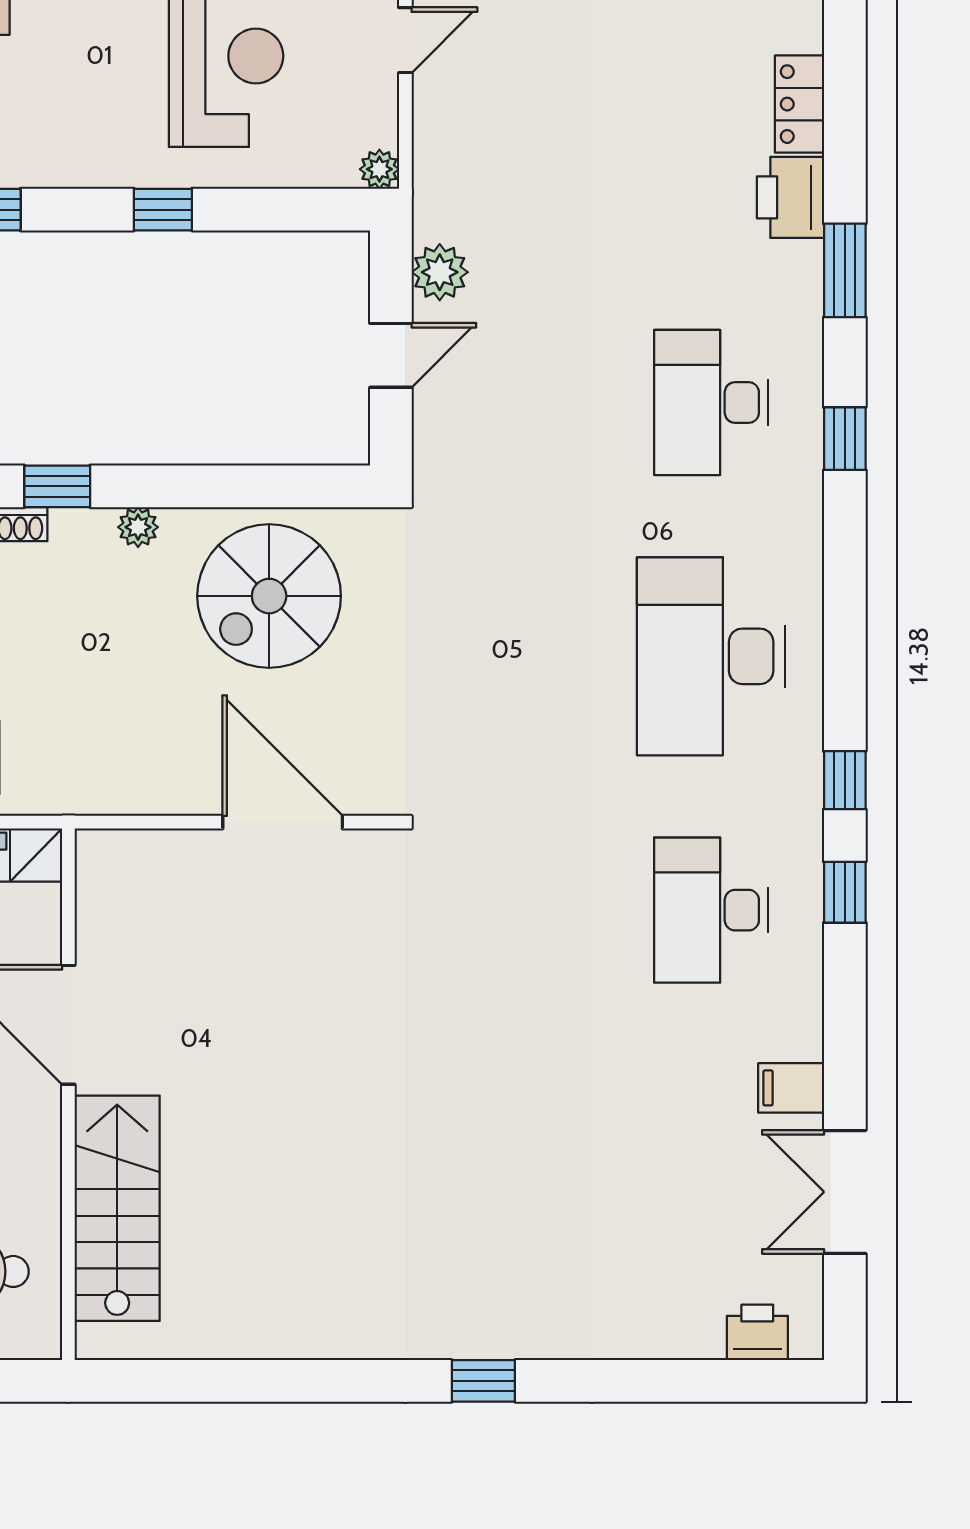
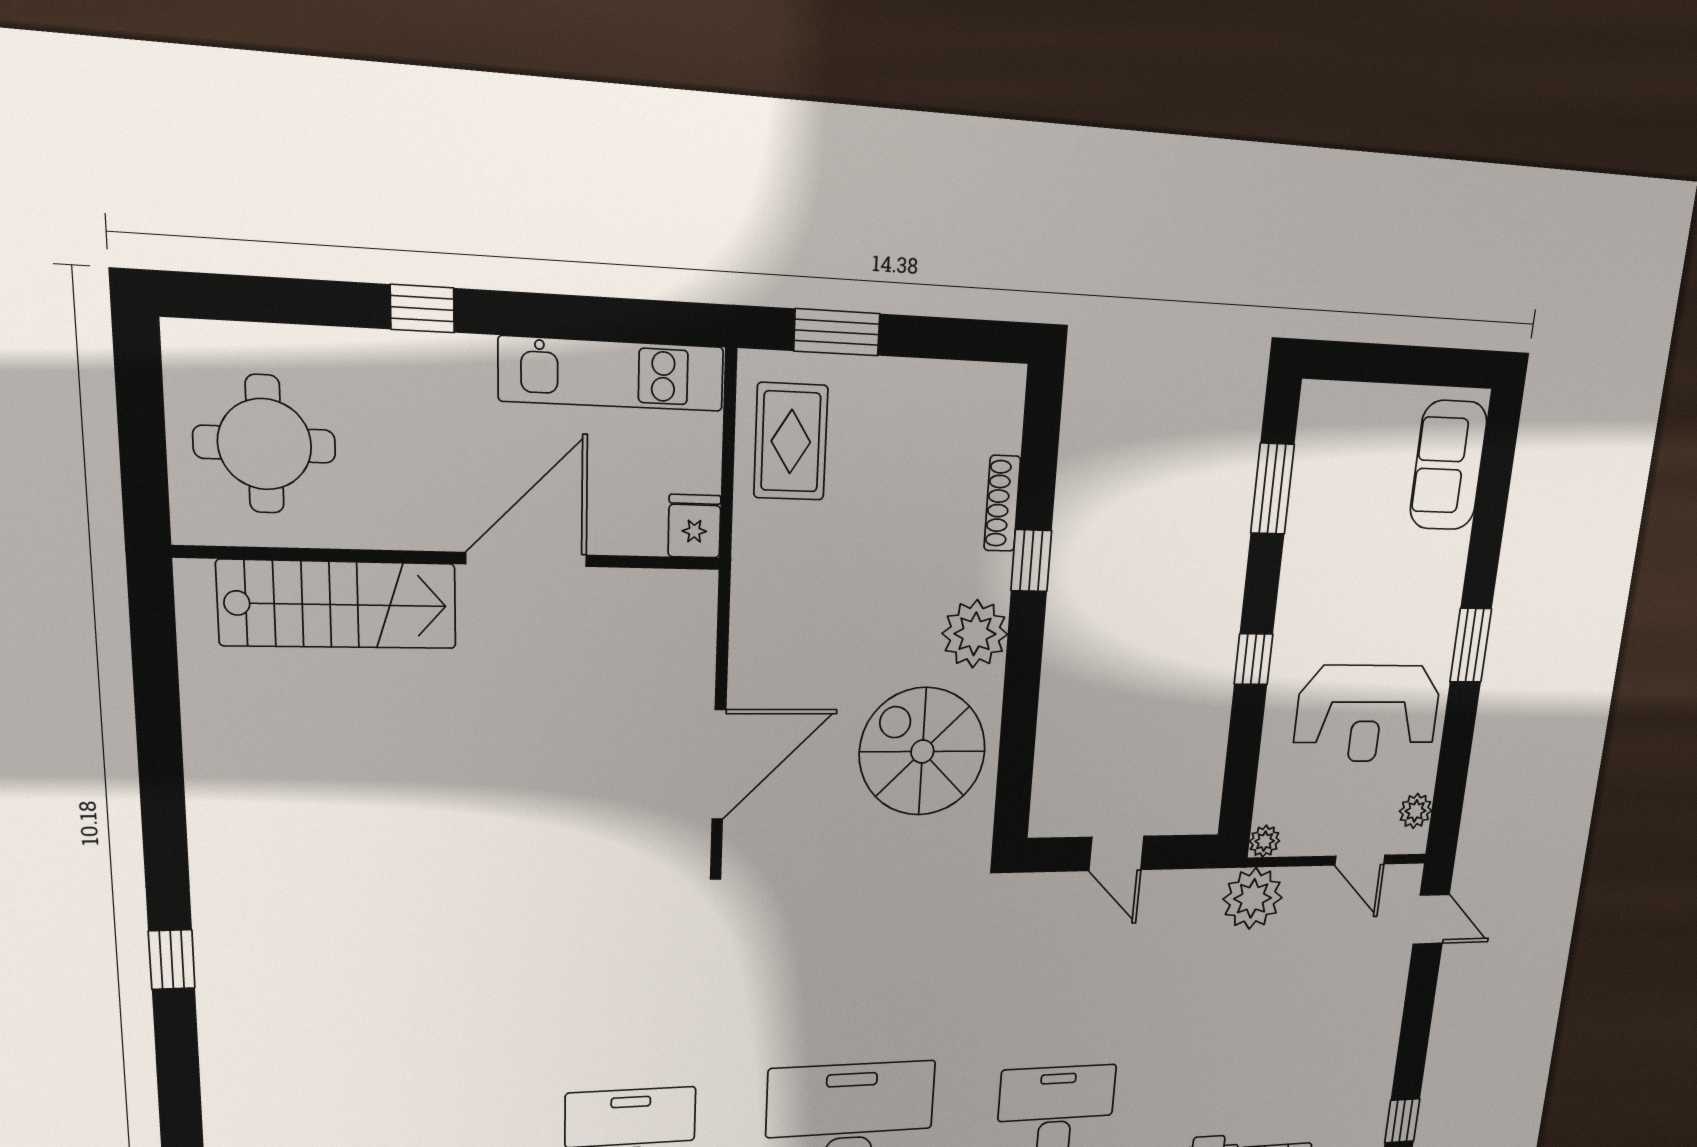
plant: (440, 272) -> (1253, 898), moved, width x1.36, depth x1.36
plant: (138, 527) -> (975, 634), width x1.87, depth x1.87

